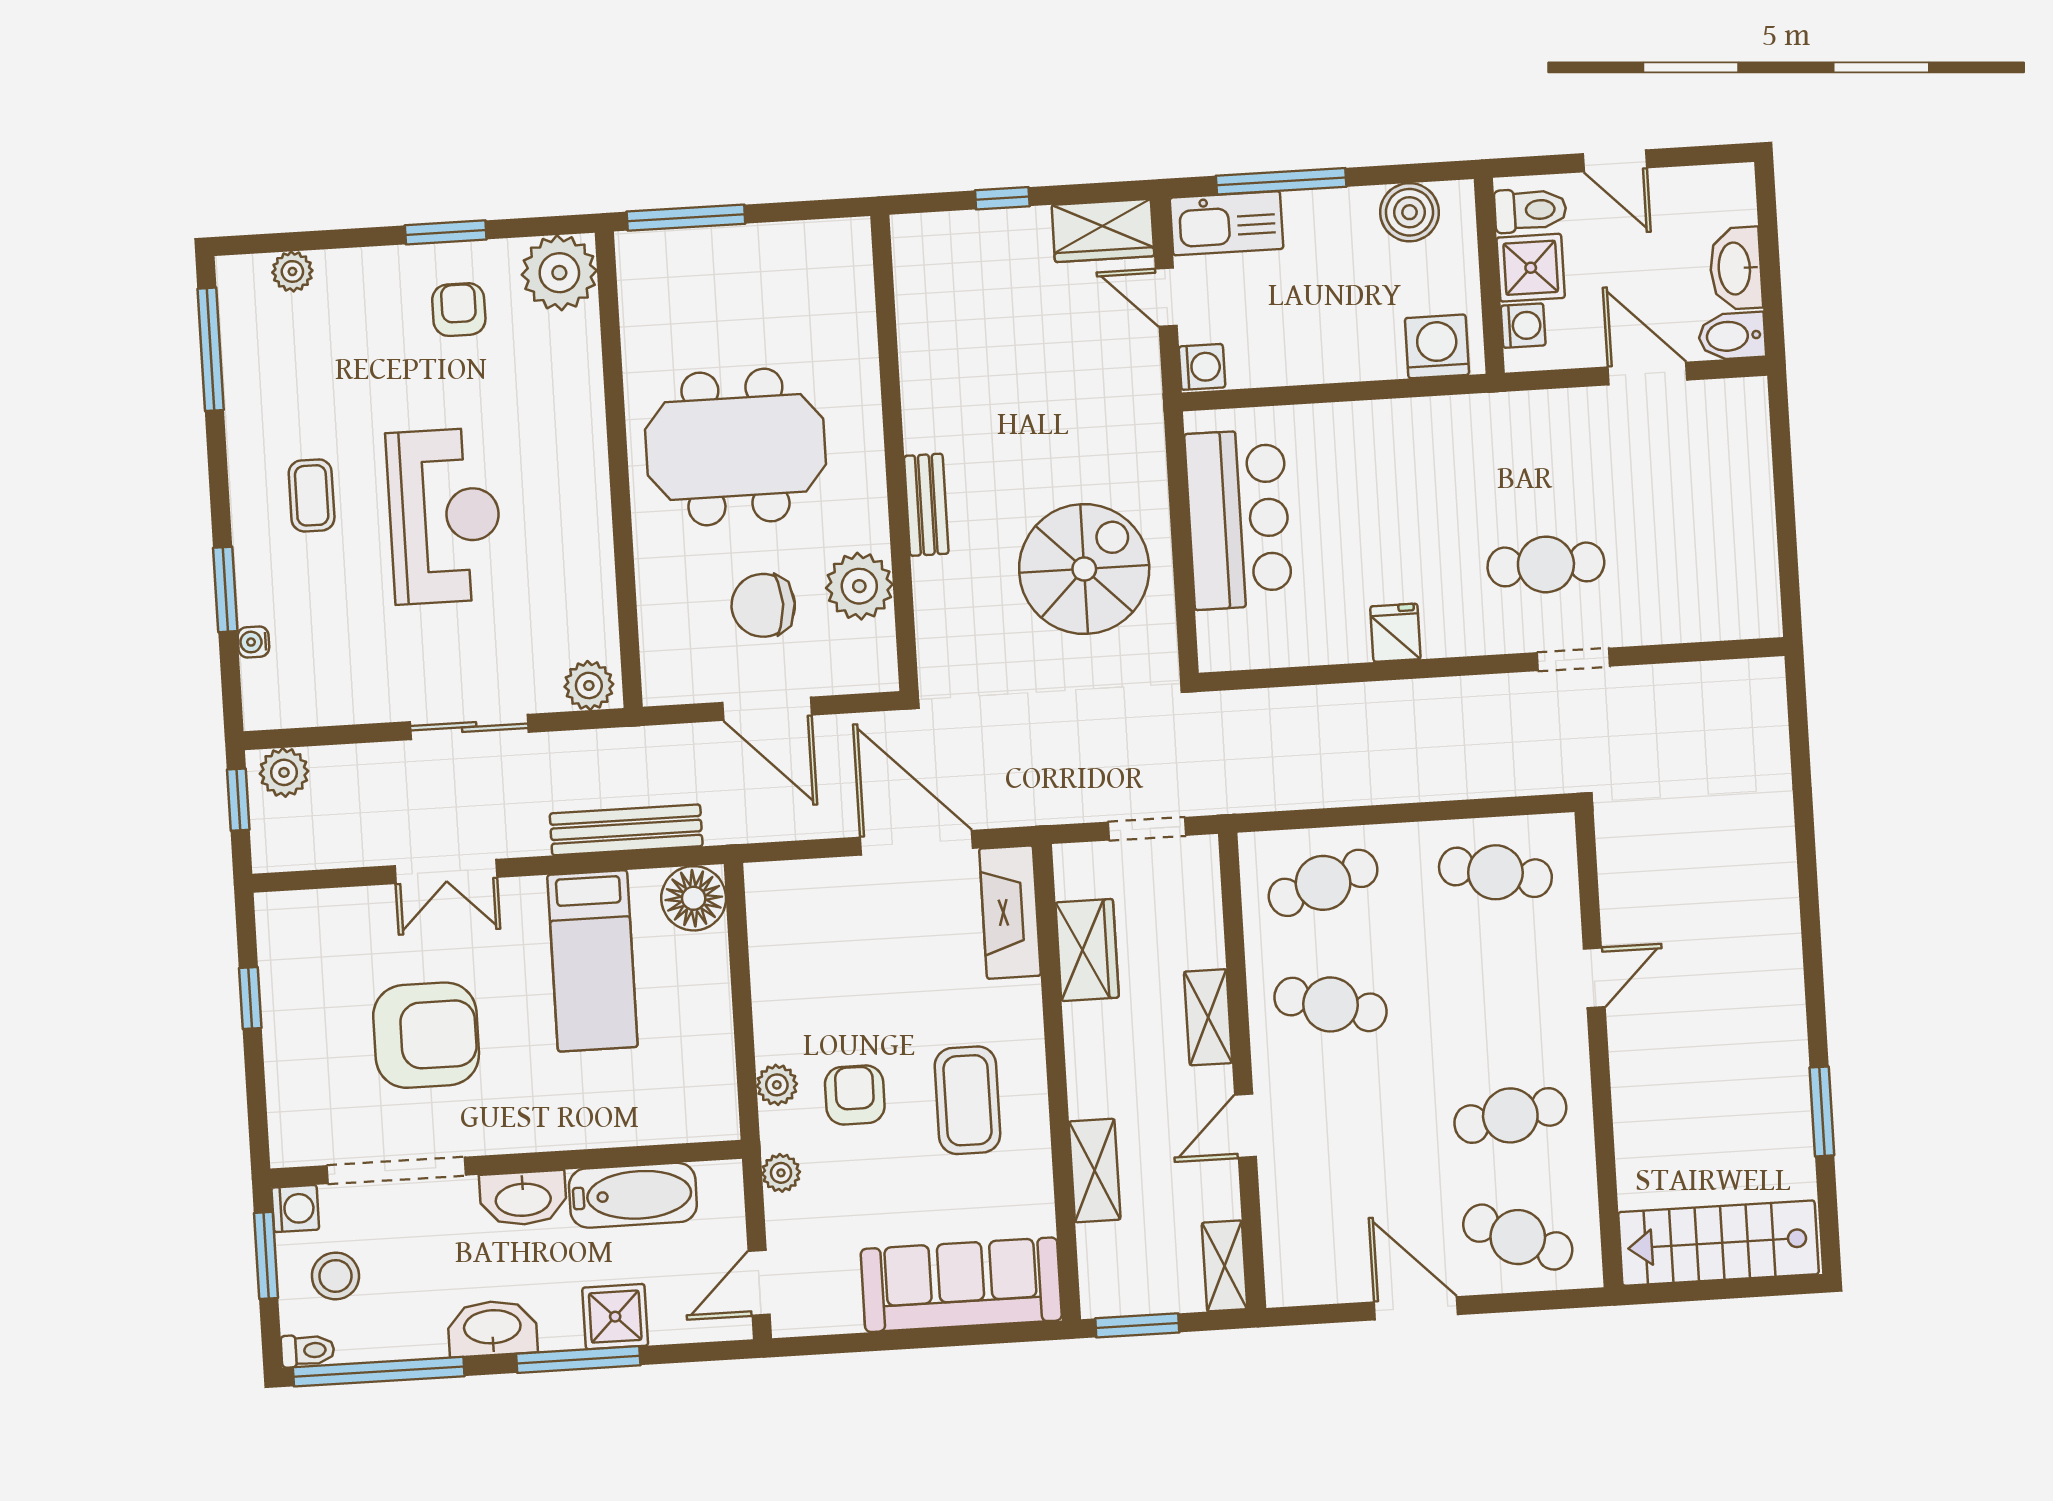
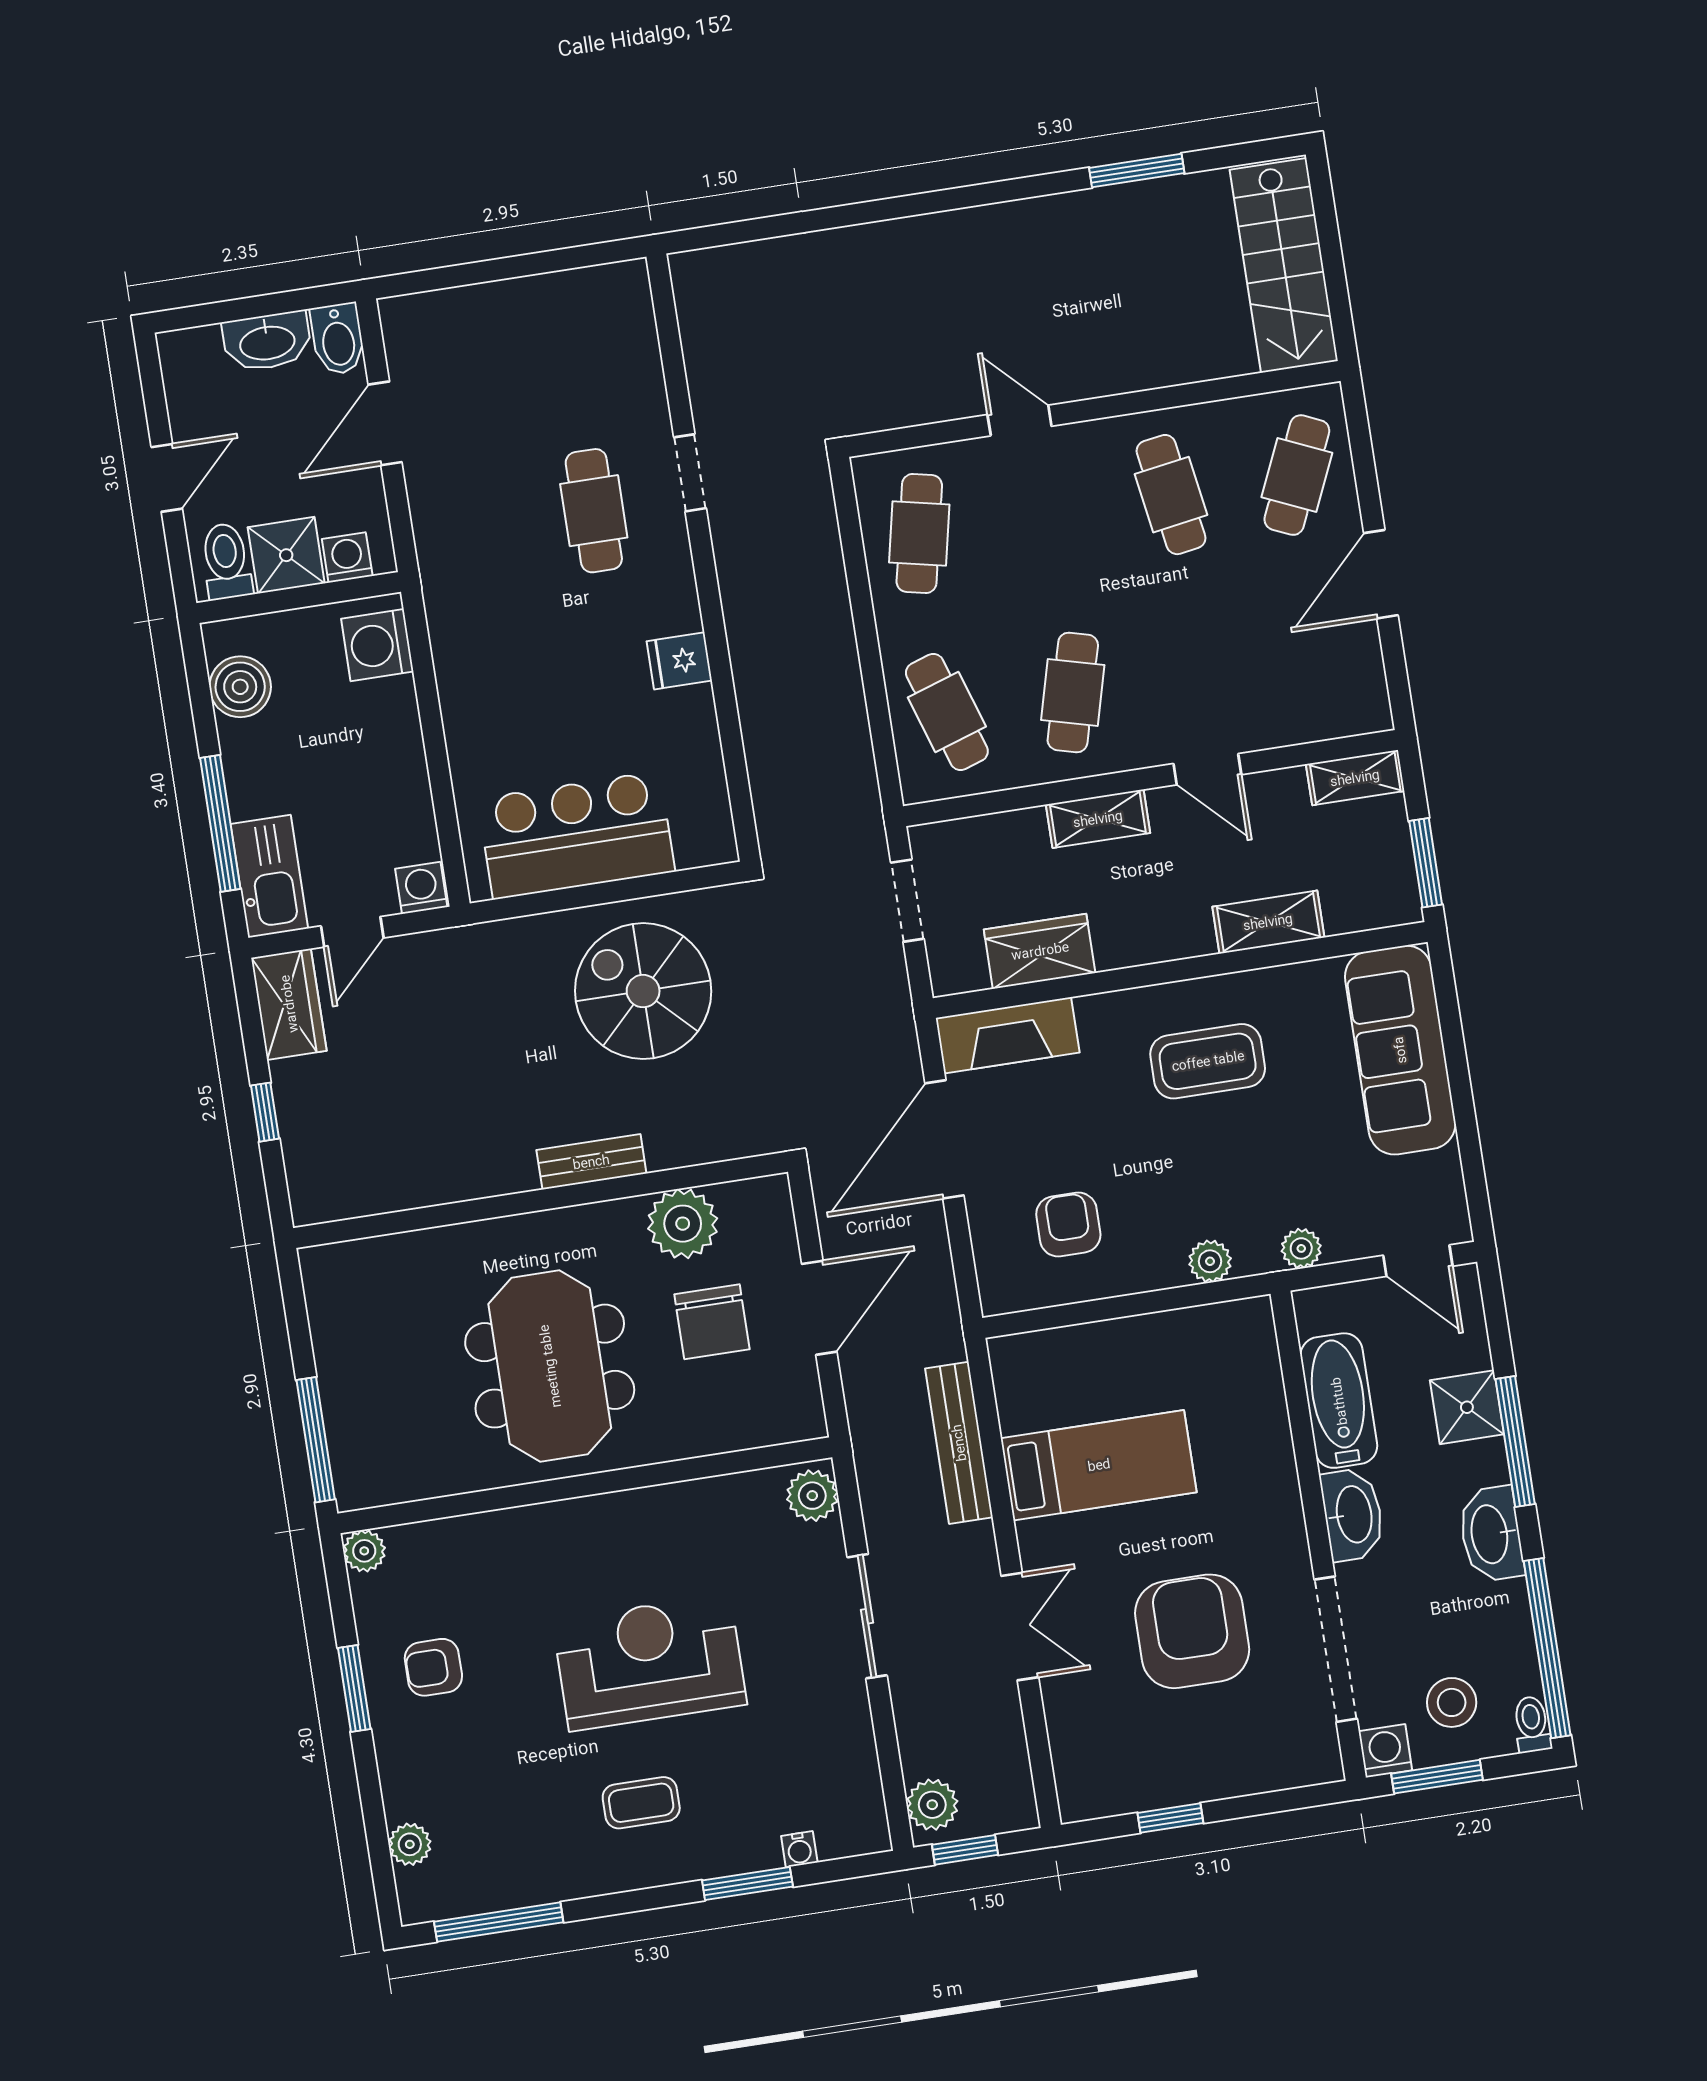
plant: (559, 273) -> (364, 1551), width x0.53, depth x0.53
floor lamp: (694, 898) -> (1024, 1366), removed
armchair: (855, 1095) -> (1068, 1225), moved, turned 90

